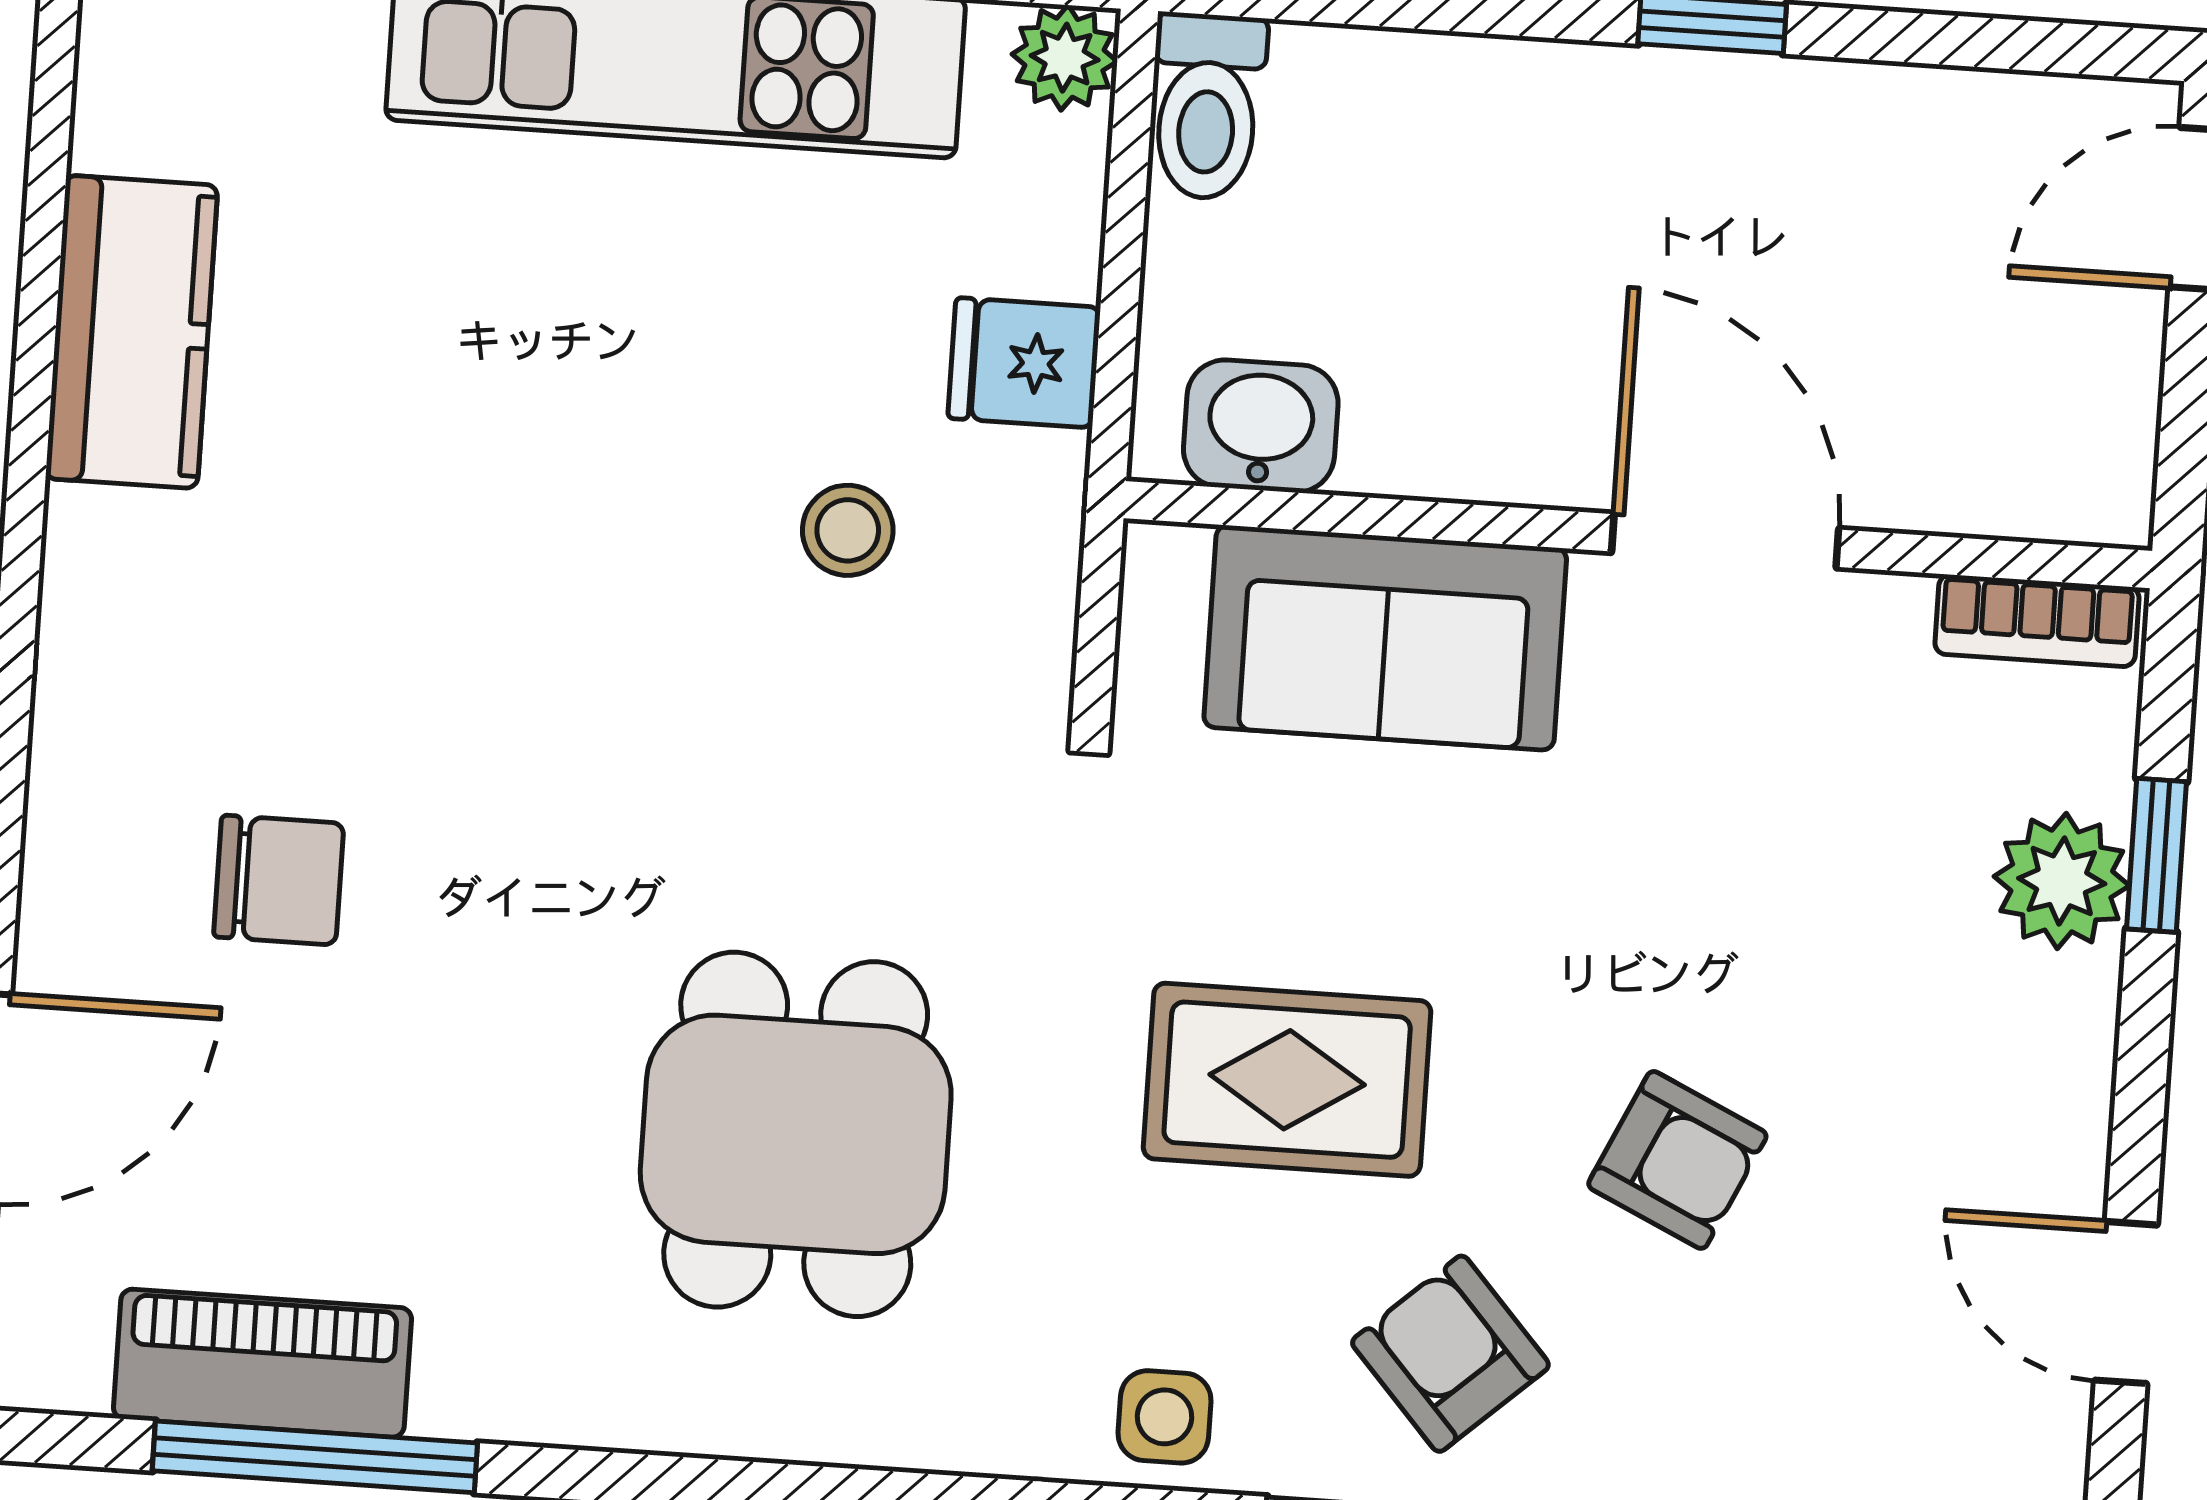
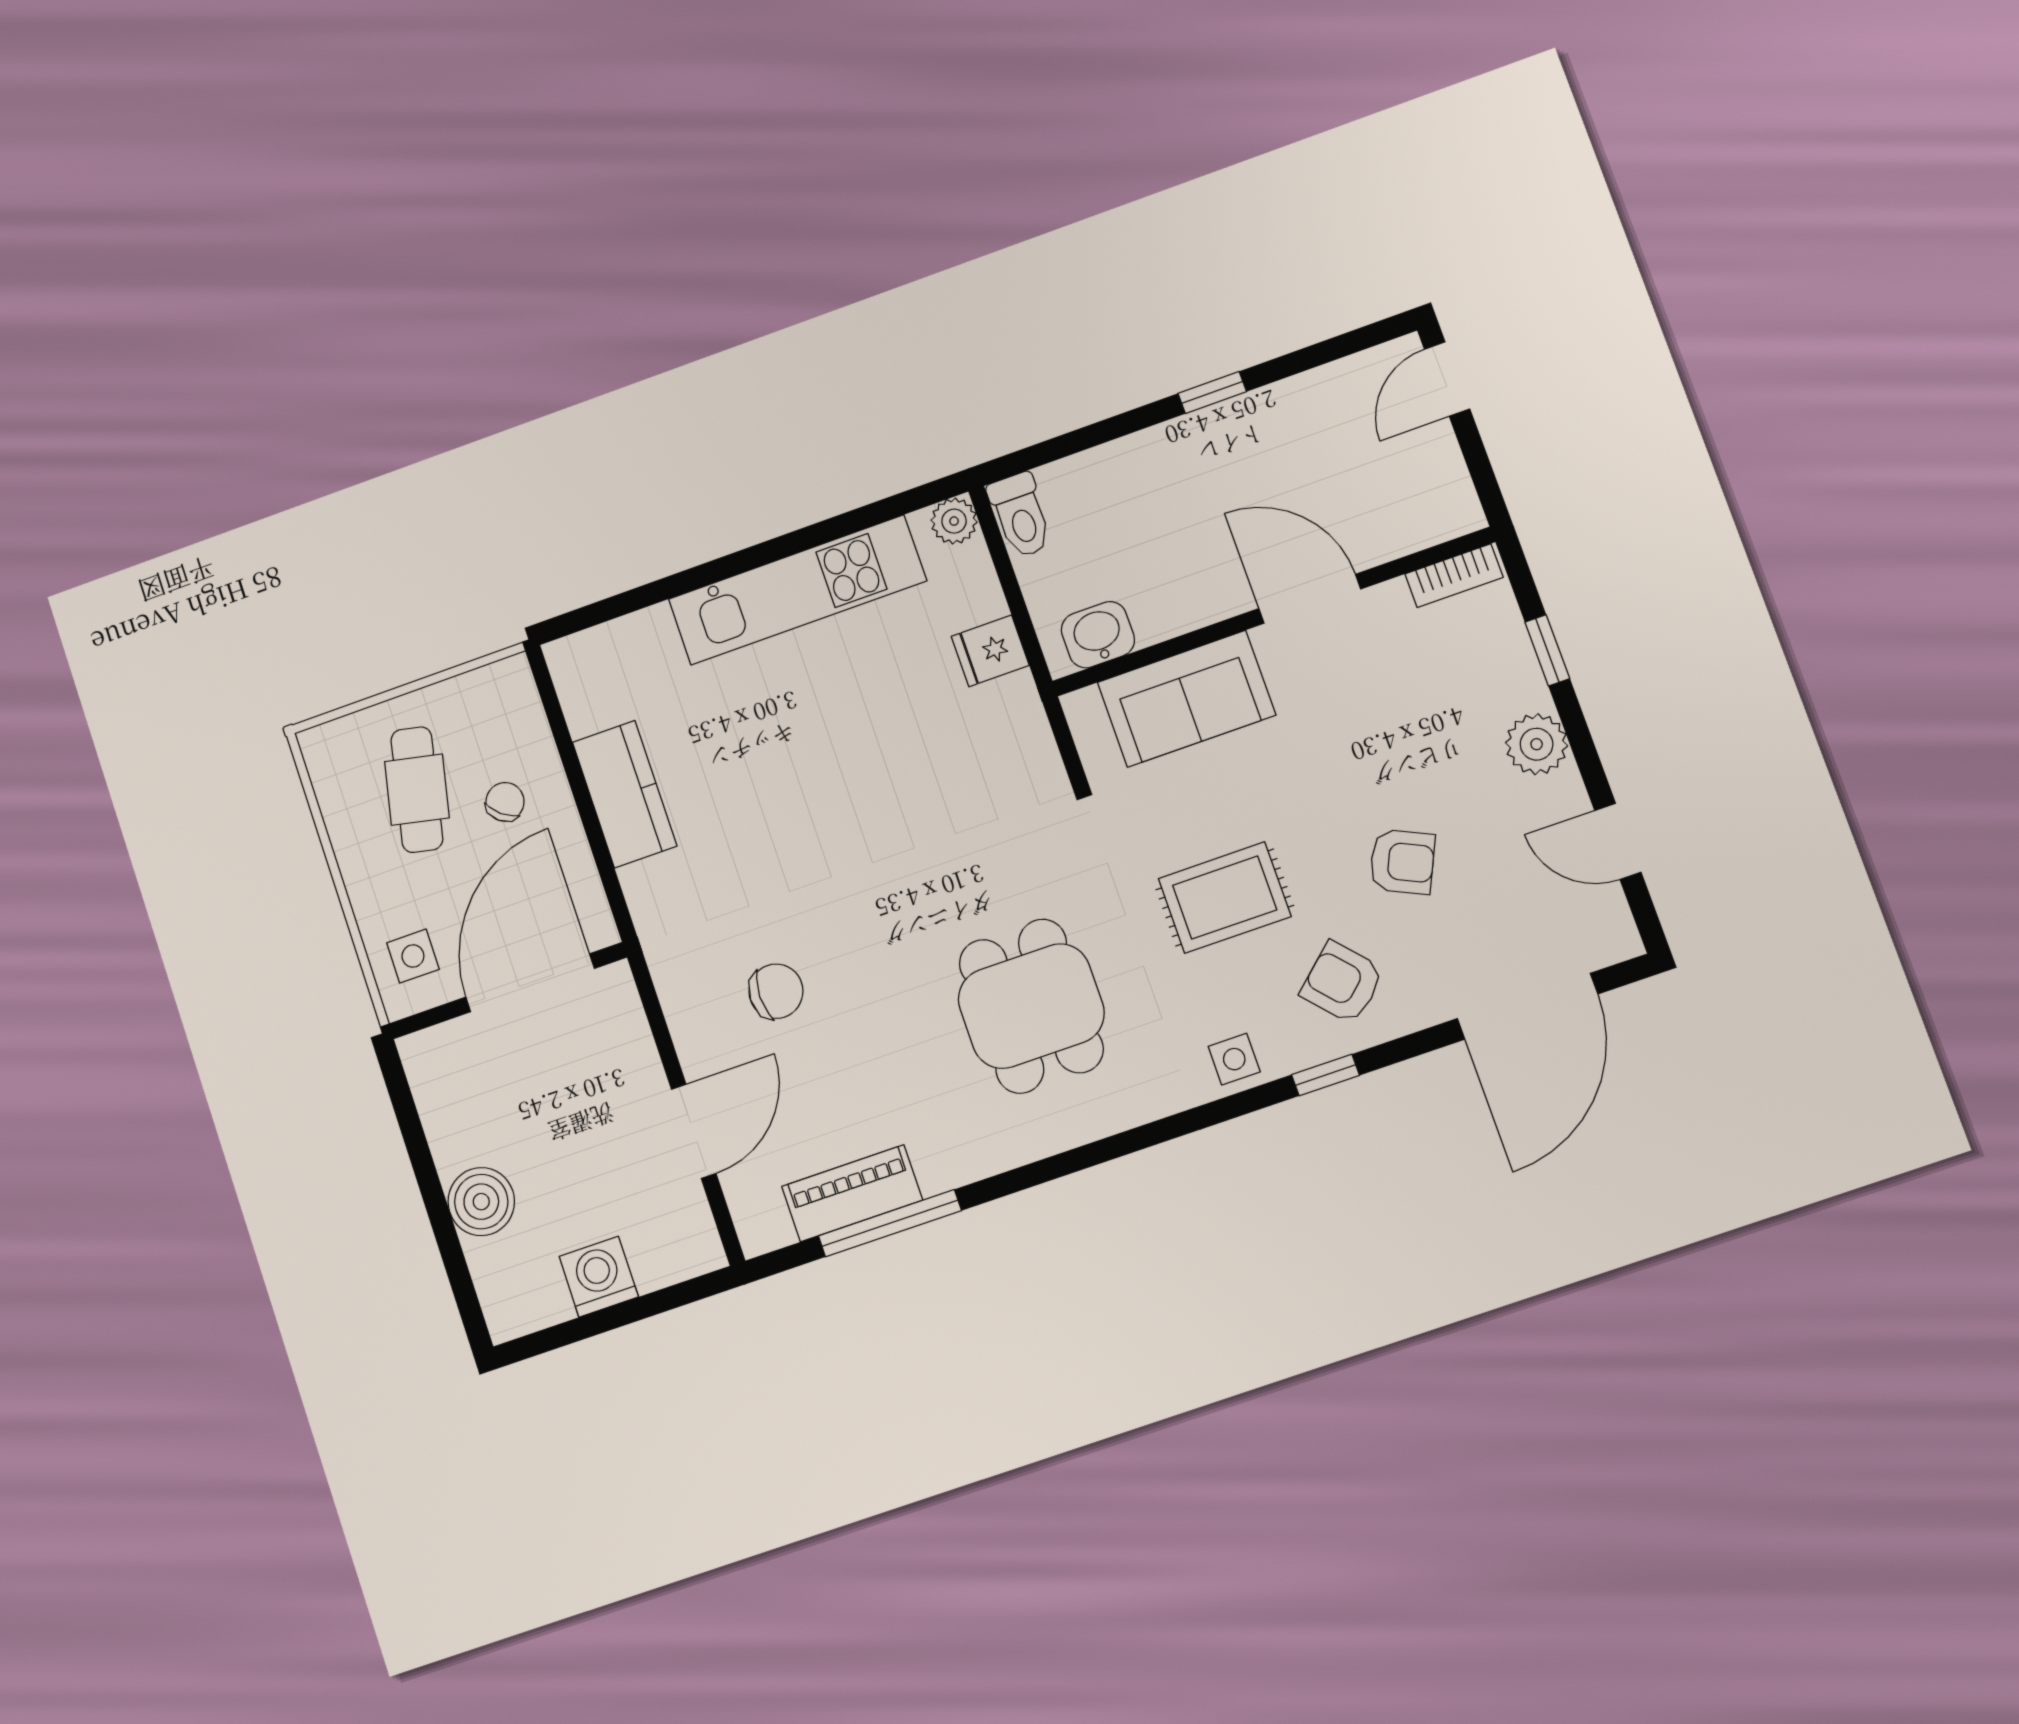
stool: (848, 530) -> (947, 750), removed
plant: (2062, 881) -> (1537, 744), moved

